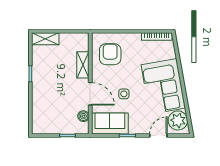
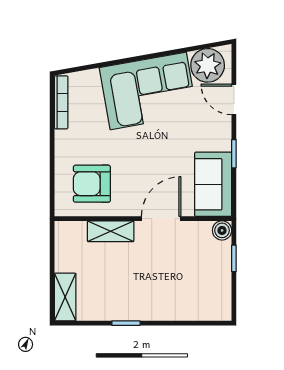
side table: (124, 94) -> (161, 160), removed
boiler: (83, 116) -> (222, 230), moved

